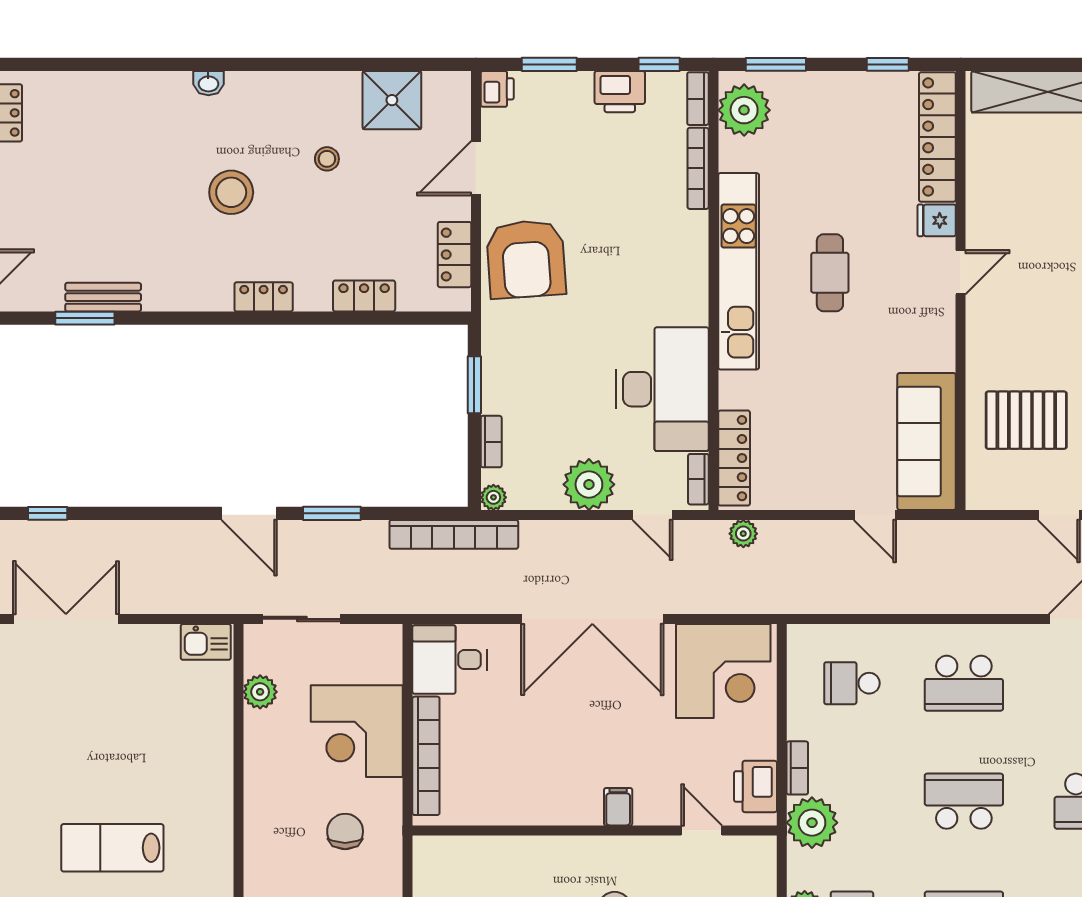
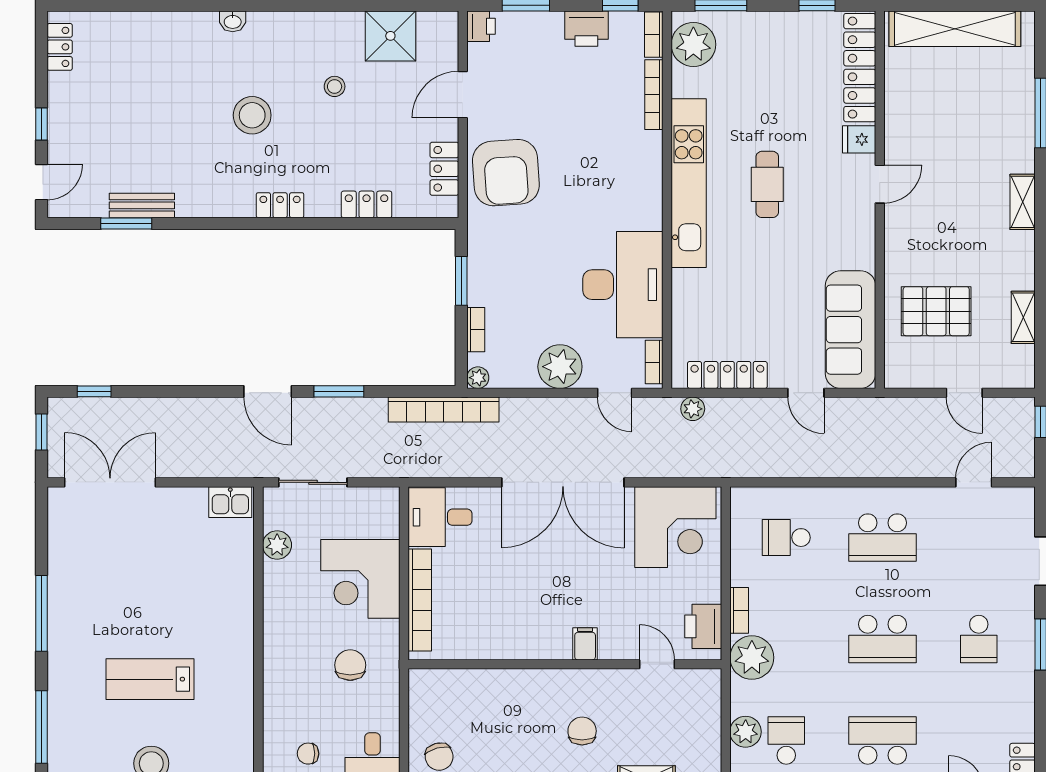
locker: (734, 458) -> (727, 375), moved, turned -90
school desk: (964, 801) -> (883, 639), turned 180

